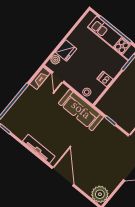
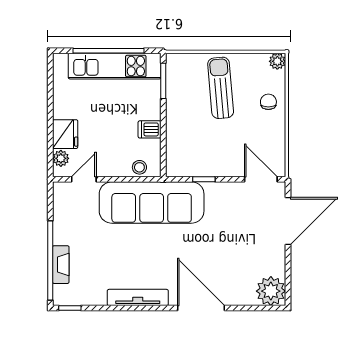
door: (58, 77) -> (84, 179), swing flipped
fireplace: (40, 78) -> (61, 265), moved
sofa: (81, 110) -> (152, 203), width x1.36, depth x1.27

